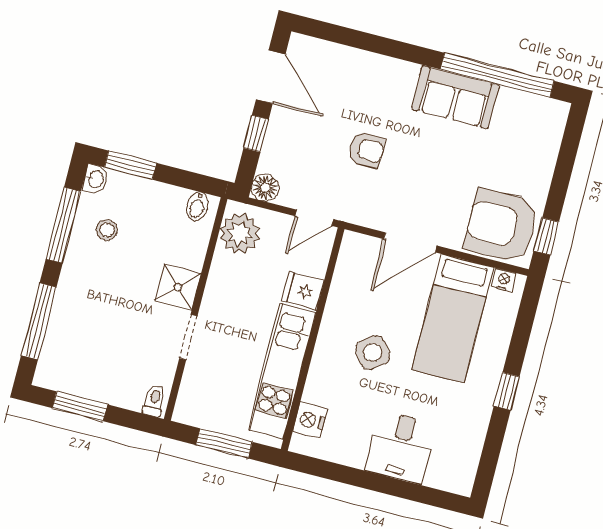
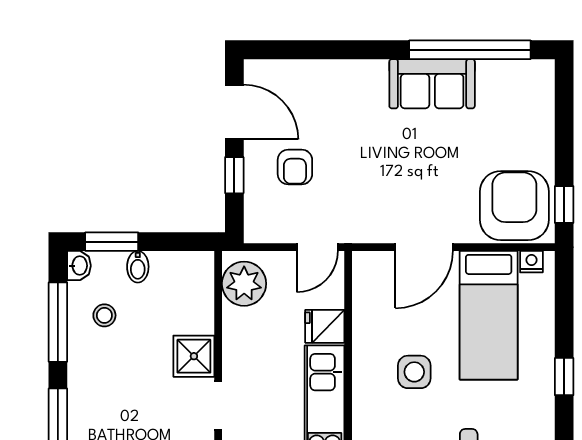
armchair: (366, 150) -> (295, 167), moved, turned 90
floor lamp: (265, 188) -> (258, 229), removed
bidet: (197, 206) -> (138, 267), moved
armchair: (501, 226) -> (514, 206), turned 90
side table: (373, 352) -> (414, 372), turned 37

